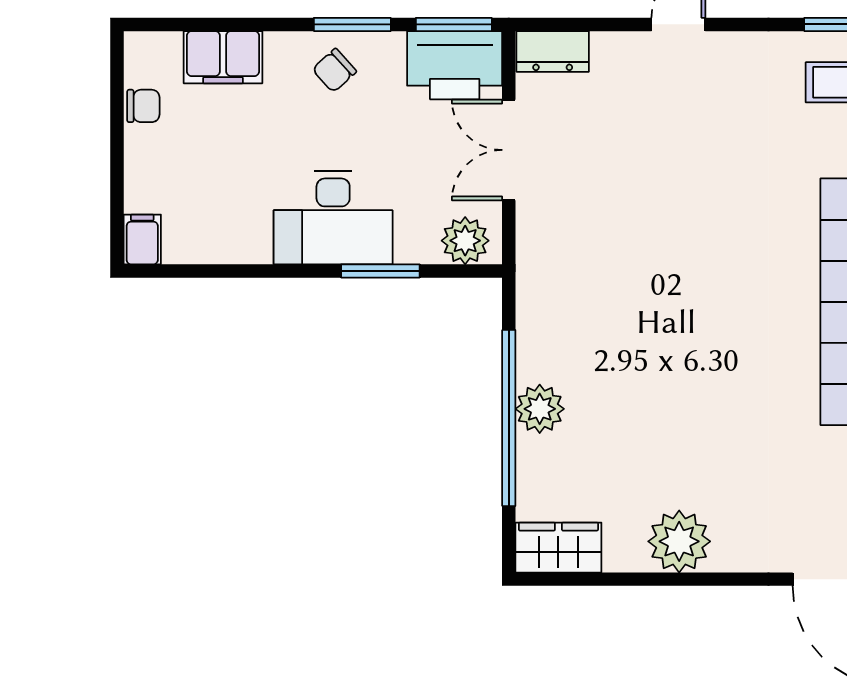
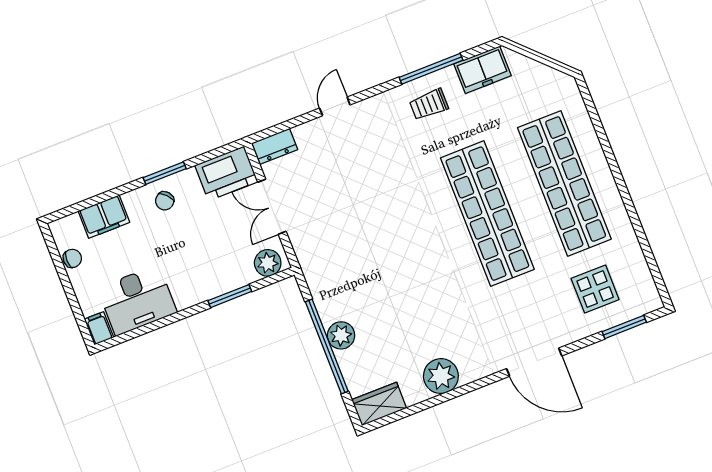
window: (454, 24) -> (218, 152), removed
desk: (333, 218) -> (137, 300), moved

